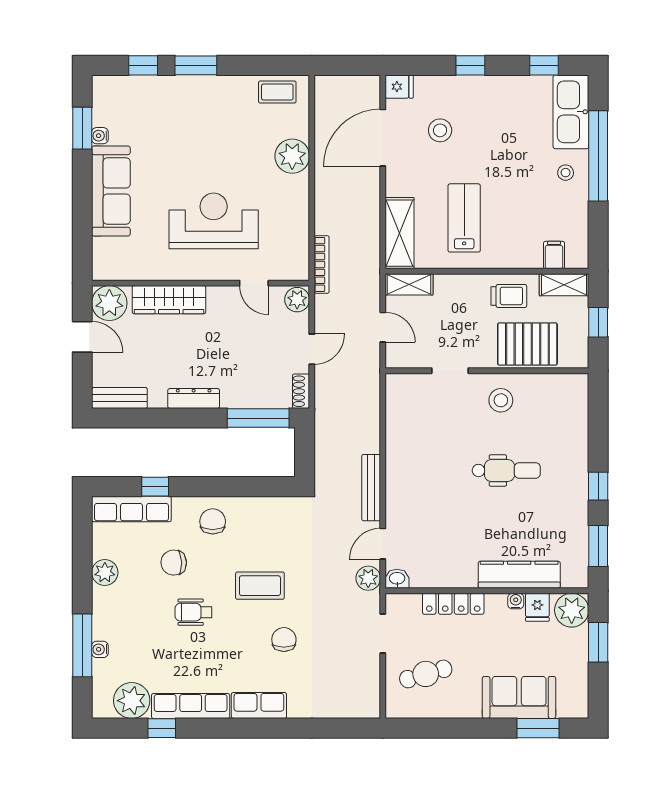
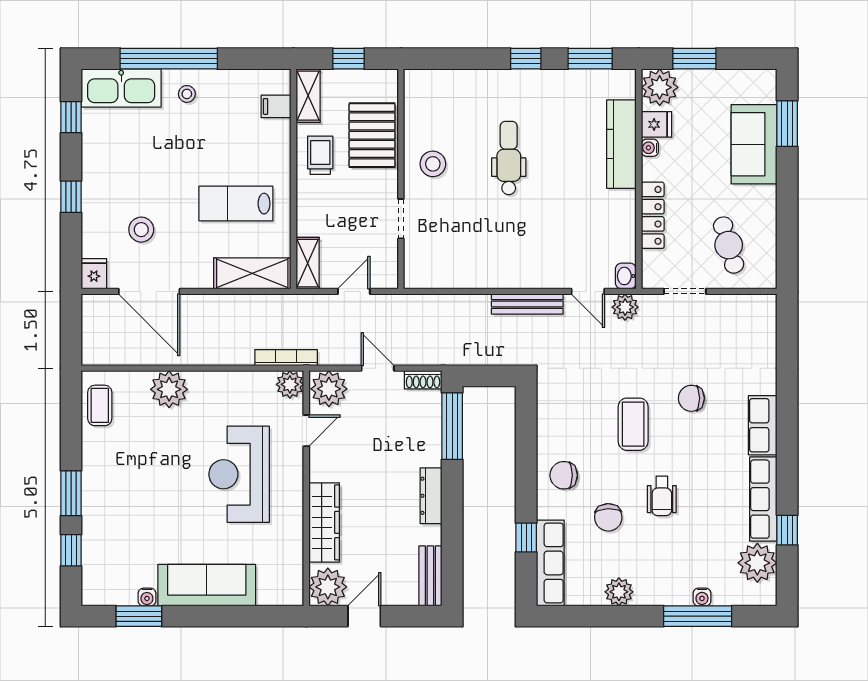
plant: (297, 268) -> (290, 384), added
plant: (297, 300) -> (329, 389), width x1.36, depth x1.36

